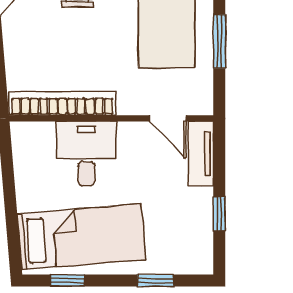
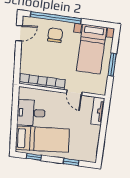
door: (168, 118) -> (74, 93), moved
desk: (86, 154) -> (31, 113), moved, turned -95
window: (219, 214) -> (102, 138), removed

